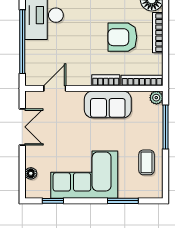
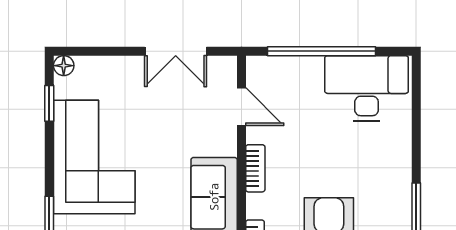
bookcase: (106, 80) -> (255, 168), moved
floor lamp: (31, 173) -> (64, 66), moved

